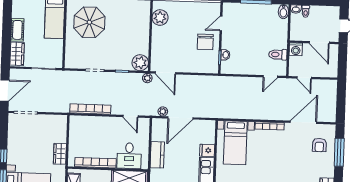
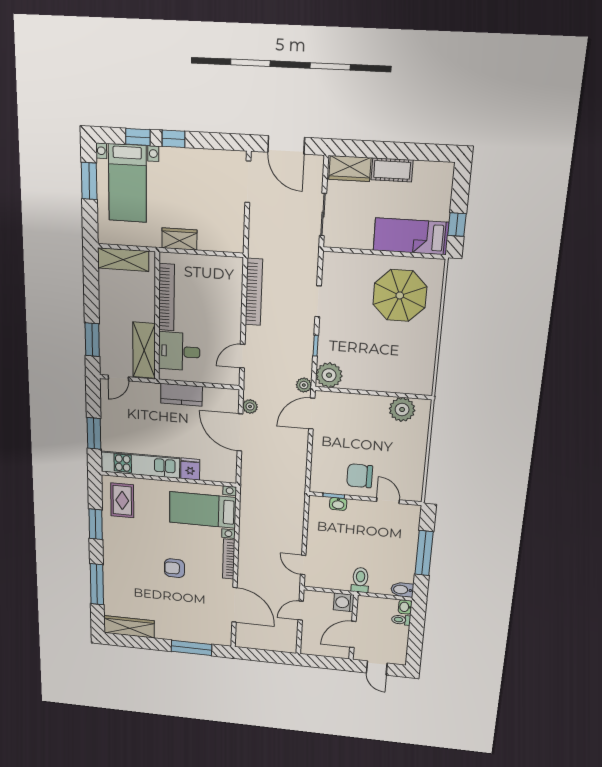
toilet: (278, 55) -> (360, 580), moved
armchair: (319, 145) -> (174, 568), moved

